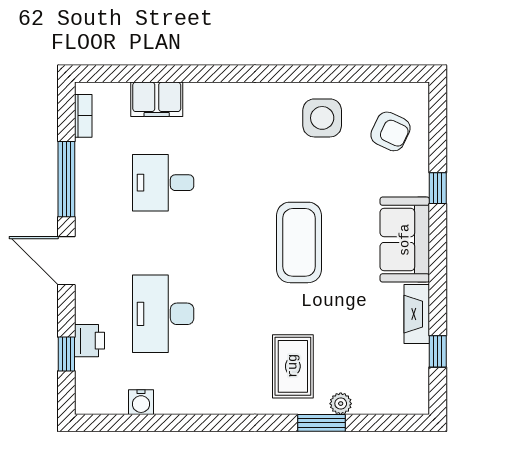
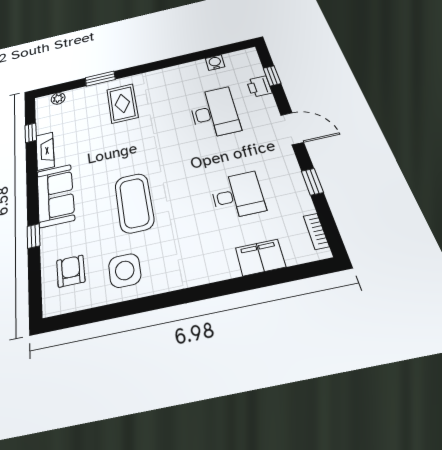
armchair: (390, 131) -> (71, 271), turned 65
window: (66, 179) -> (312, 182), width x0.46
coffee table: (299, 242) -> (134, 203), moved
plant: (341, 404) -> (58, 98), moved

